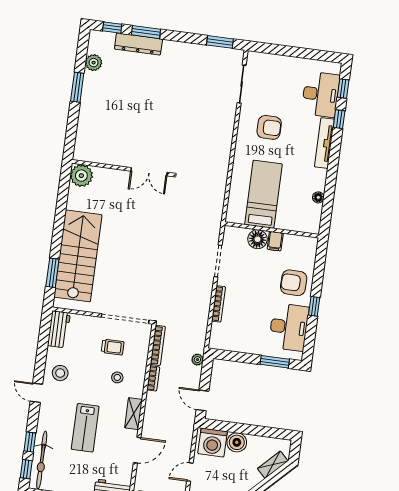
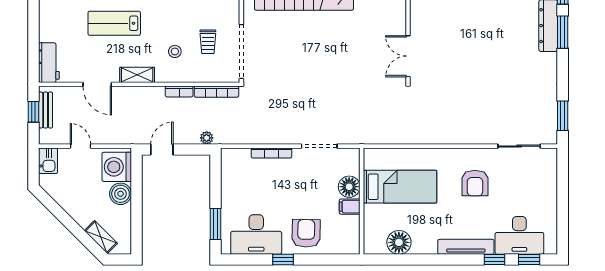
floor lamp: (318, 197) -> (399, 242), width x1.89, depth x1.89

